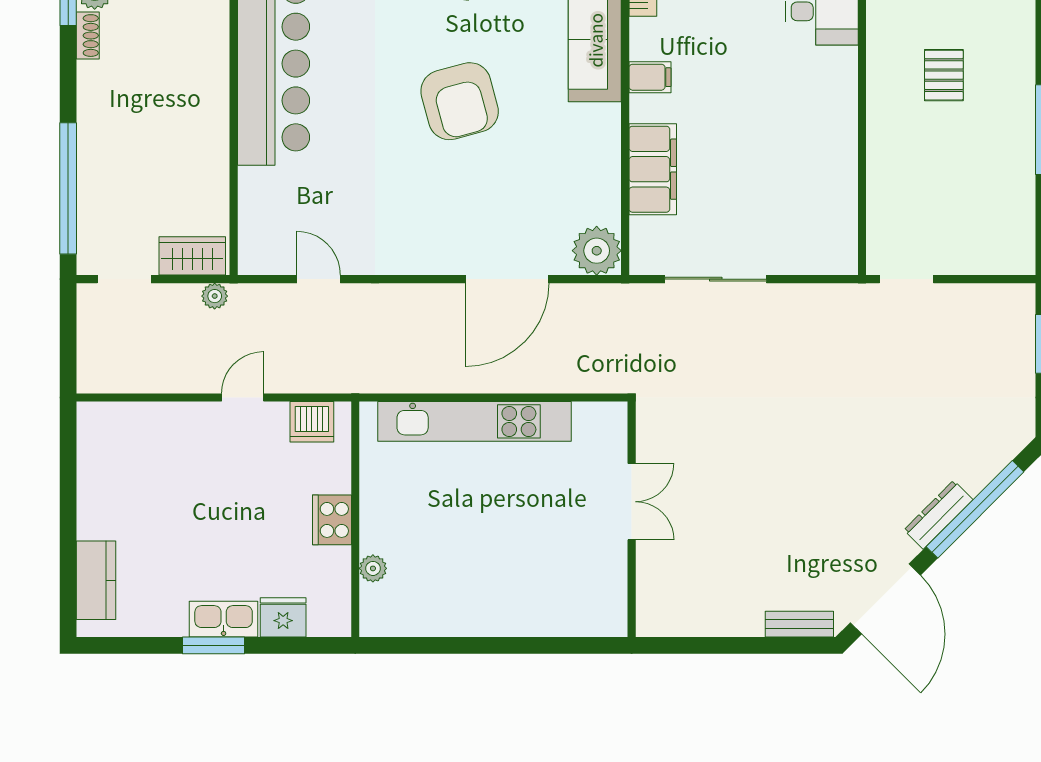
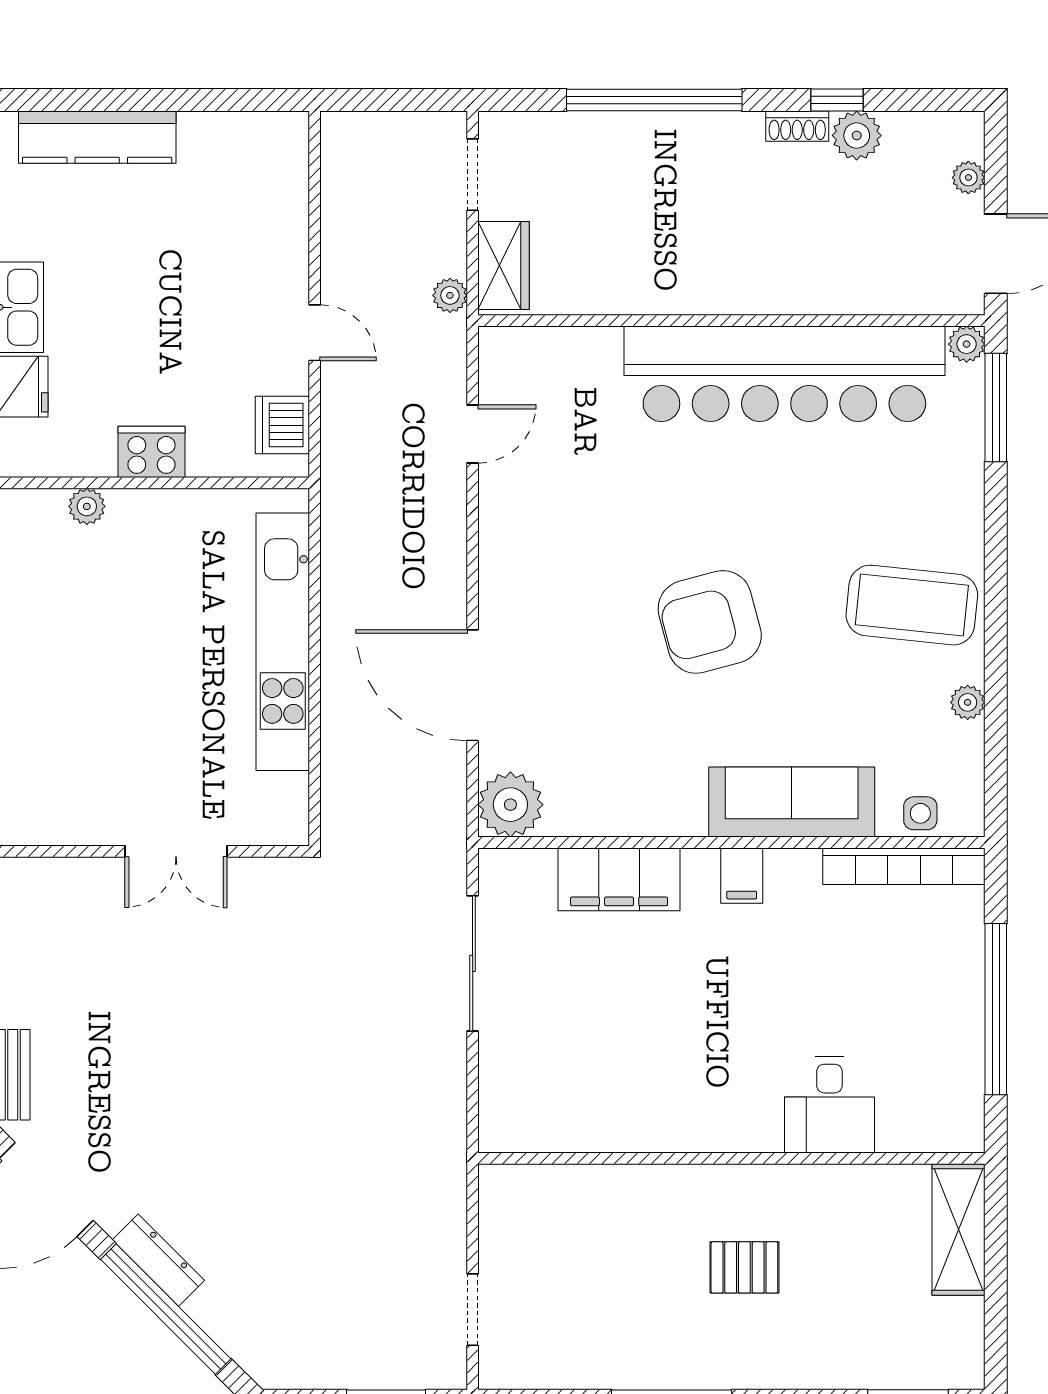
window: (68, 188) -> (654, 100), moved
doorway: (907, 279) -> (473, 1310), moved
kitchen counter: (96, 580) -> (97, 137), width x1.50

